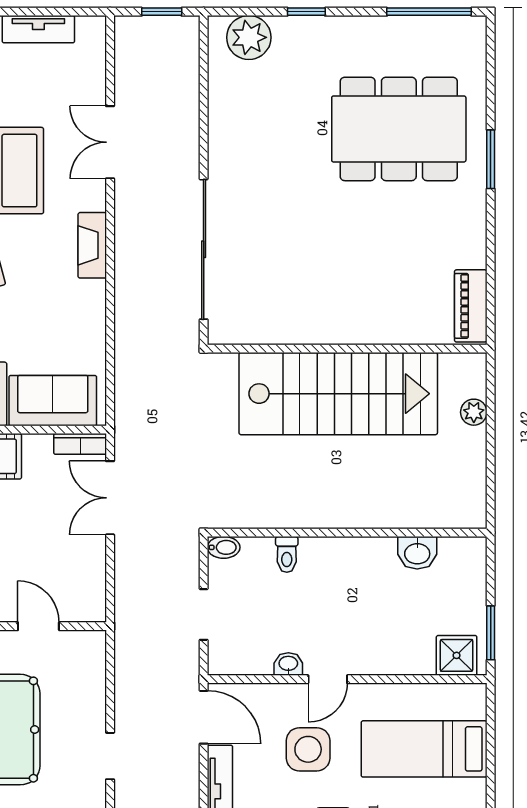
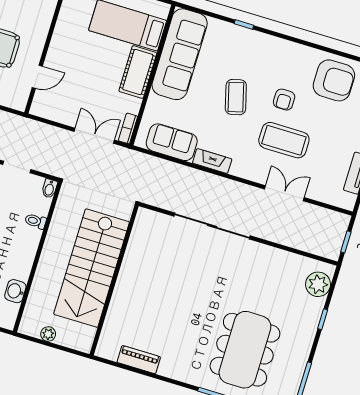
fireplace: (92, 245) -> (212, 161), moved
wall: (347, 349) -> (114, 280), moved
stairs: (338, 394) -> (92, 268), moved
sofa: (53, 401) -> (172, 142), moved, turned -90
plant: (474, 412) -> (48, 334), moved

